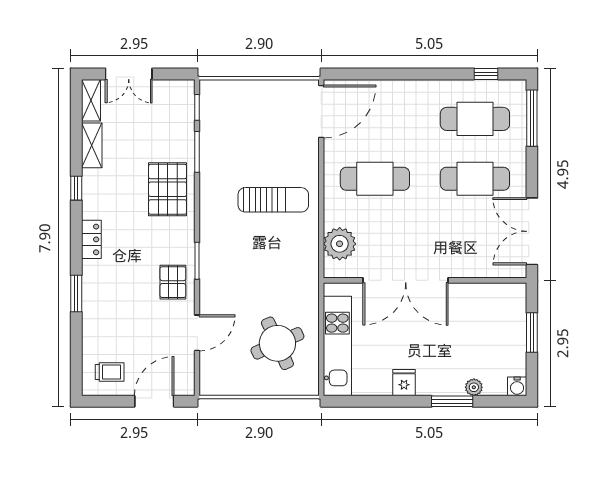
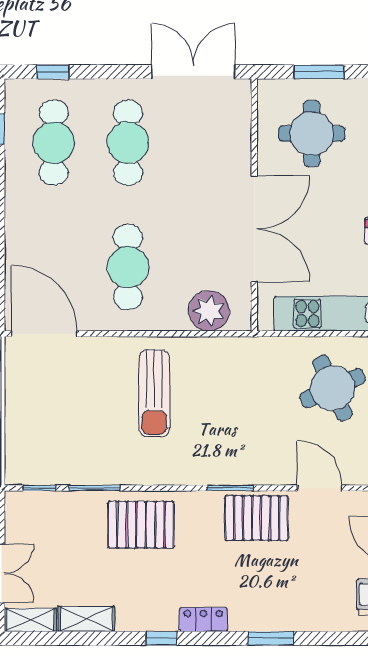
window: (532, 118) -> (53, 72), width x0.46
window: (76, 188) -> (161, 638), moved
sun lounger: (273, 200) -> (154, 393), turned 180
double door: (532, 231) -> (193, 72), swing flipped
pallet: (173, 282) -> (256, 518), width x1.50, depth x1.42
round table: (482, 326) -> (312, 133), added

